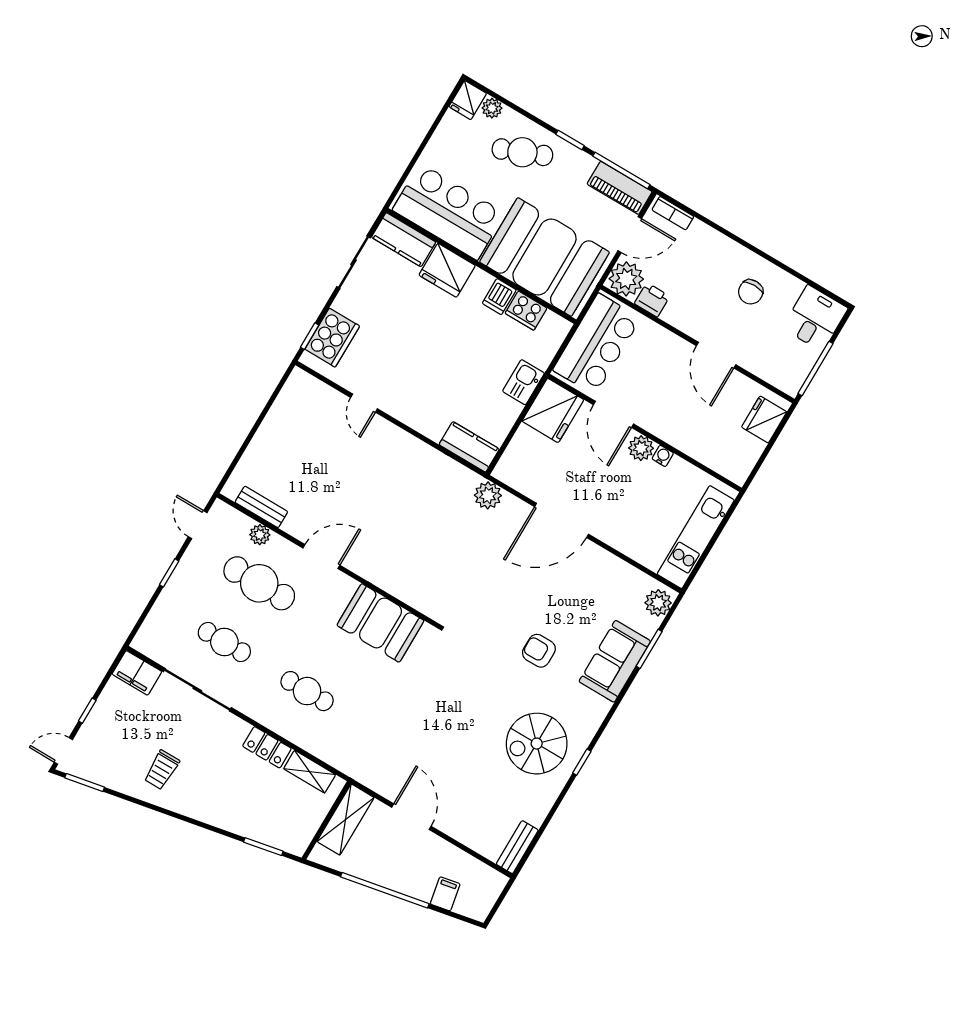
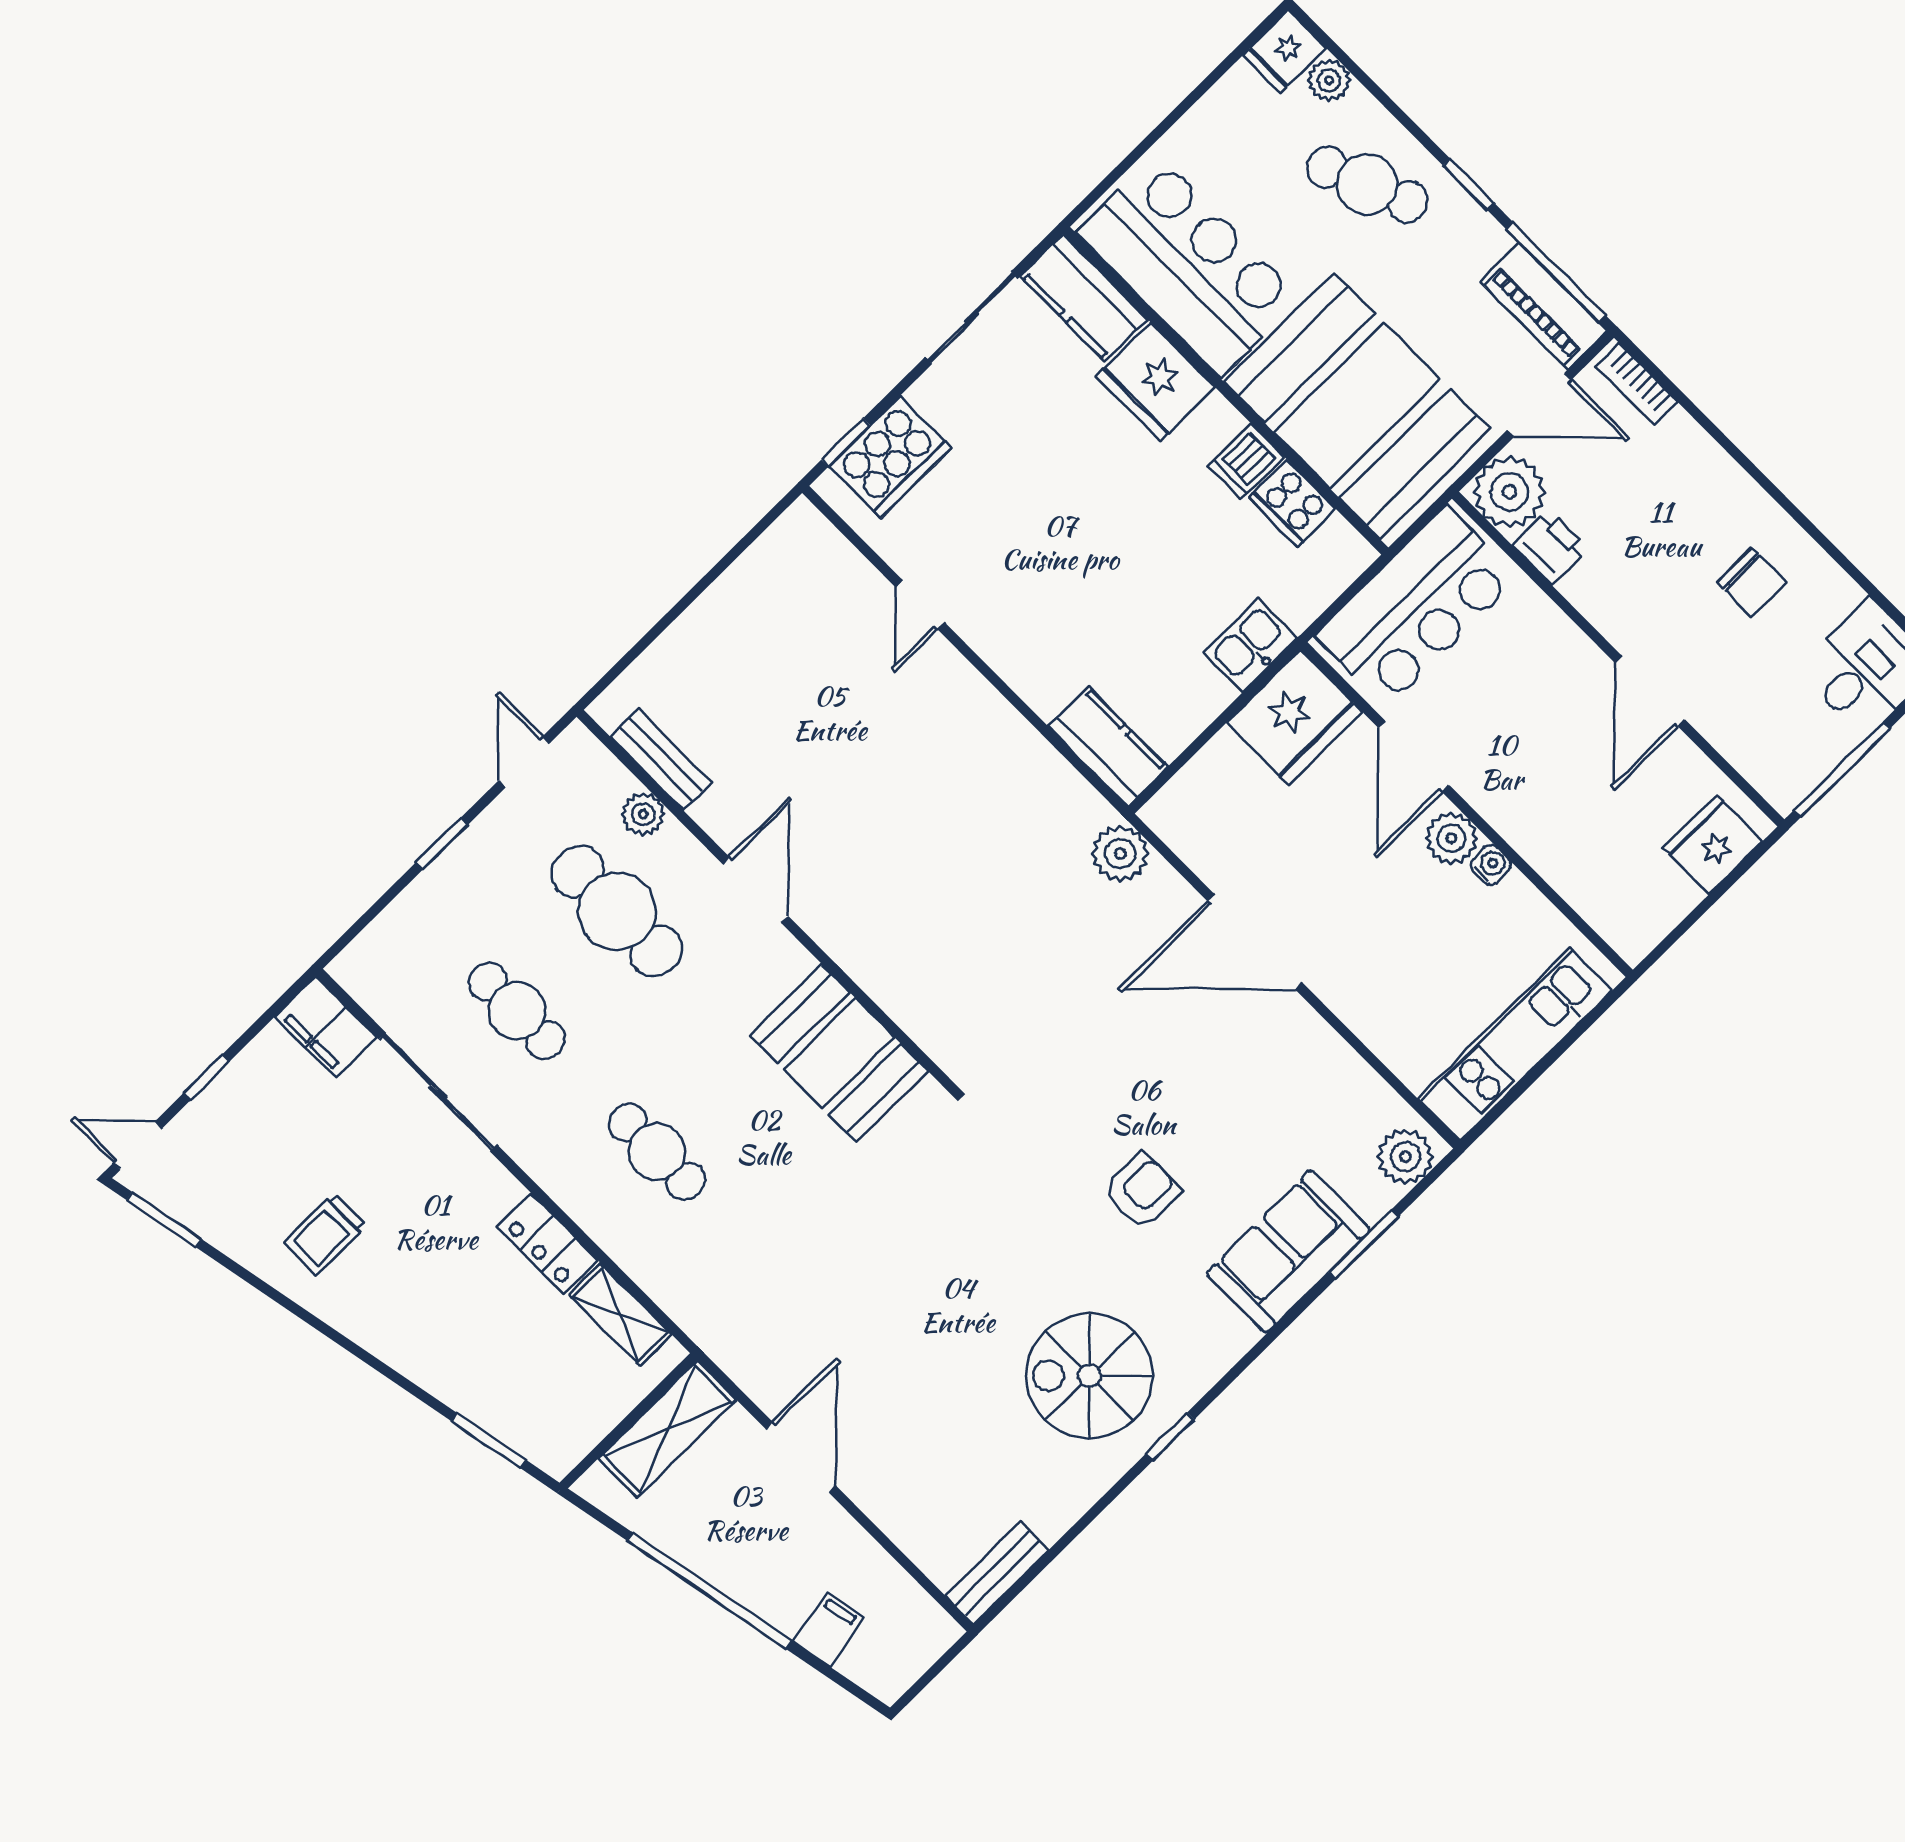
chair: (751, 292) -> (1752, 582), turned -90
door: (321, 557) -> (755, 890), hinge flipped
armchair: (539, 651) -> (1142, 1191), turned 90

